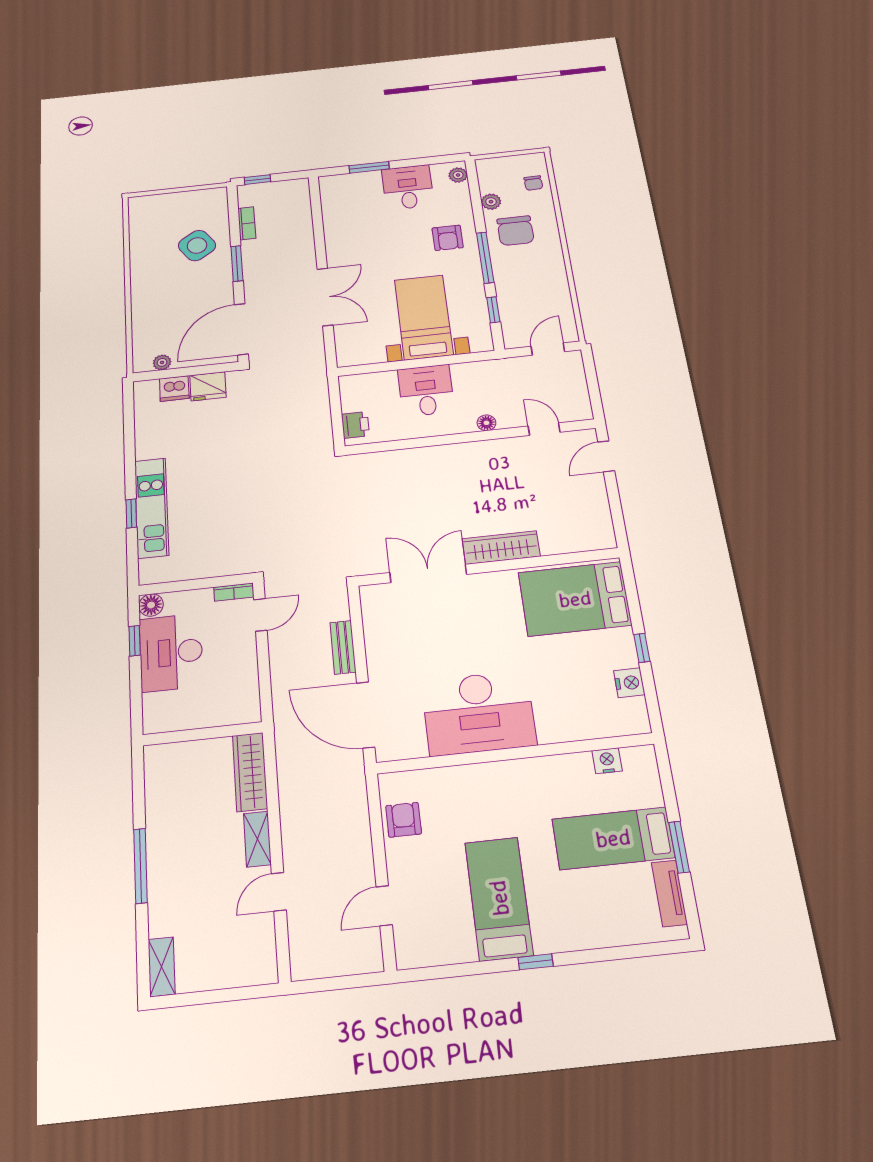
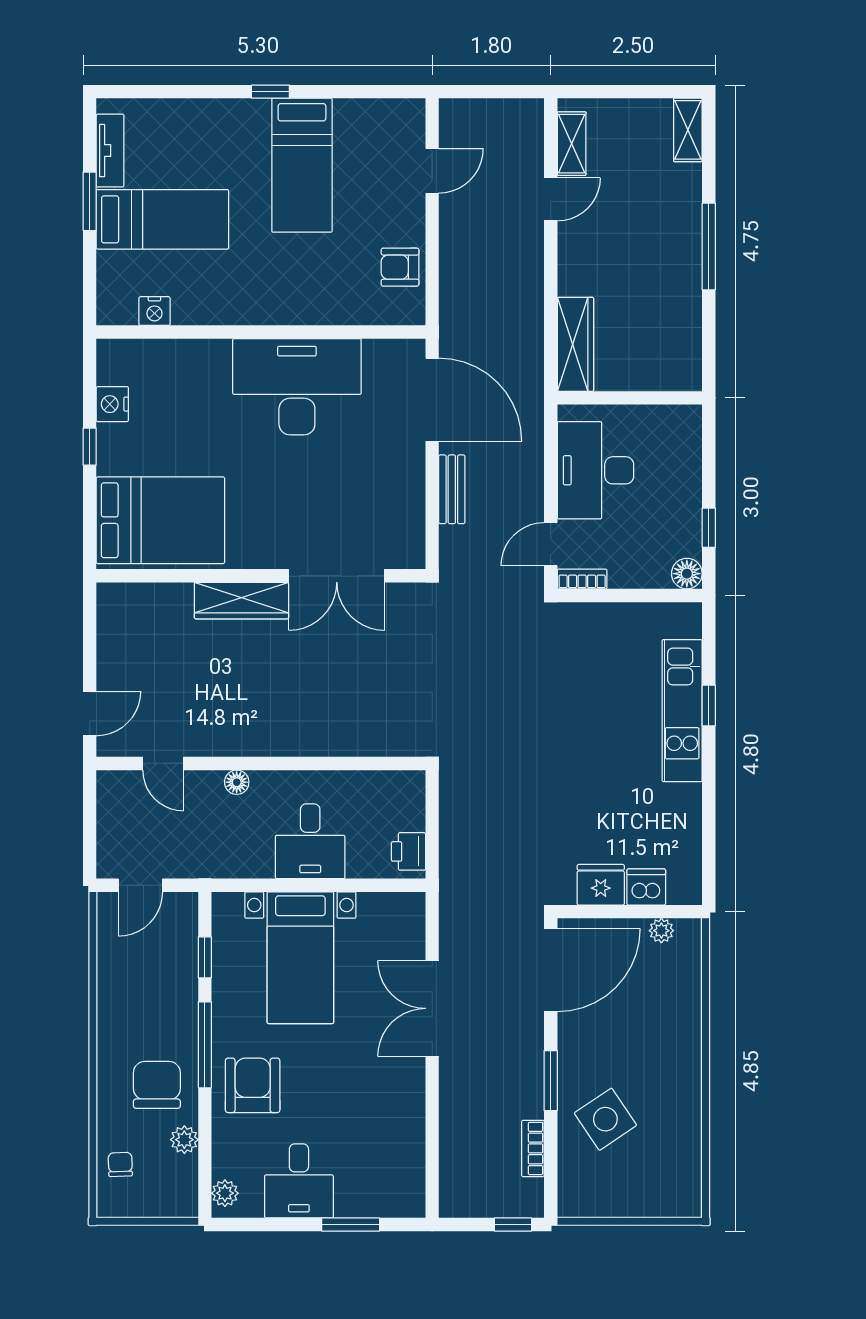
armchair: (448, 238) -> (253, 1085), width x1.38, depth x1.38
printer: (355, 425) -> (409, 851), moved
desk: (171, 652) -> (596, 470), moved, turned 180
armchair: (404, 820) -> (400, 267), turned 90
shelving: (257, 839) -> (572, 144), moved

